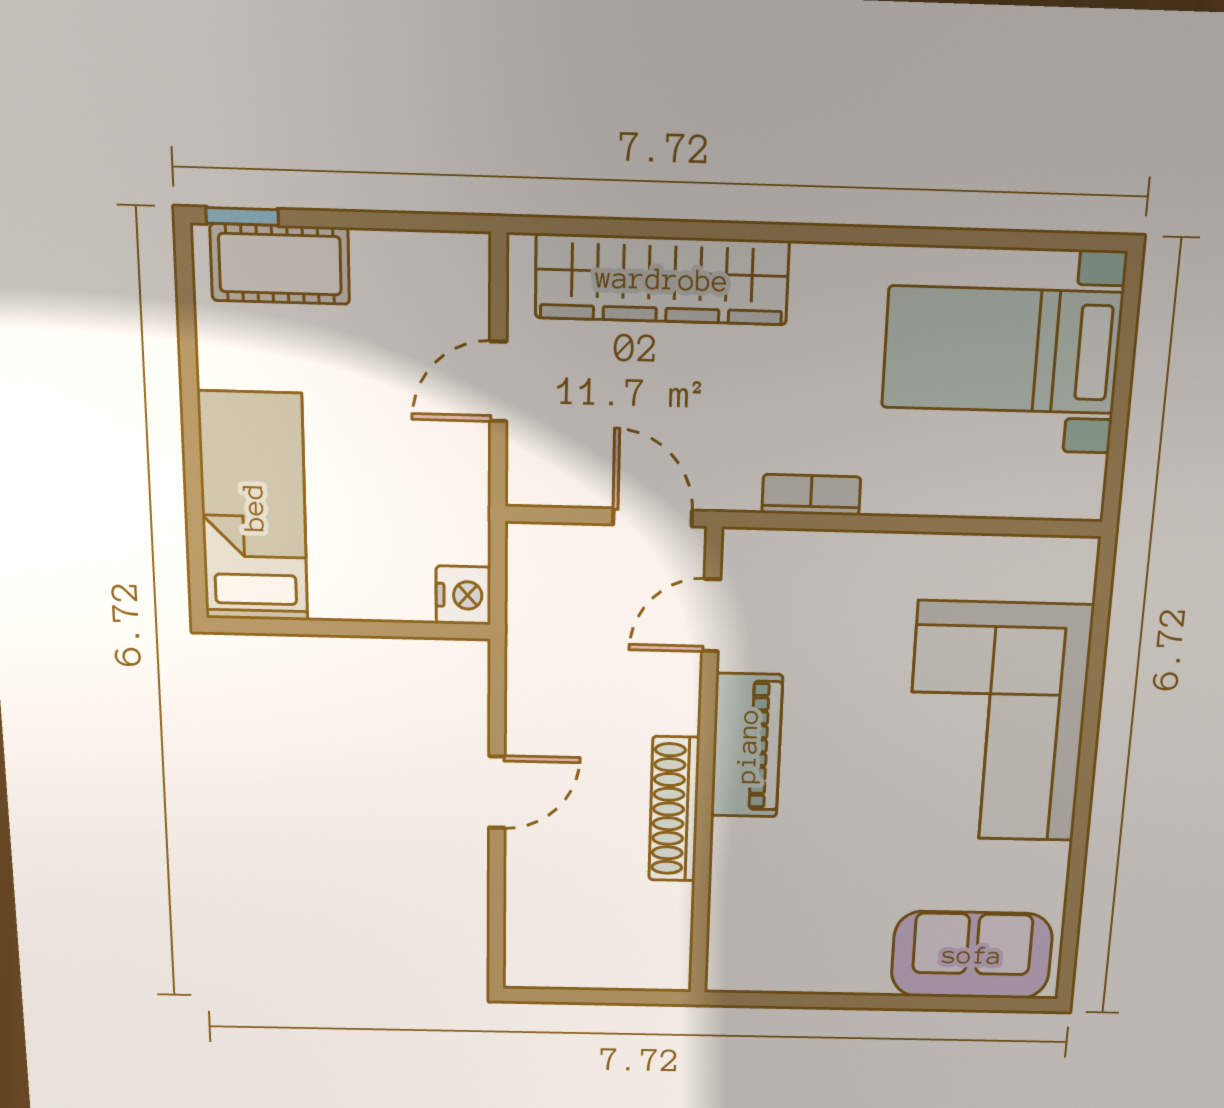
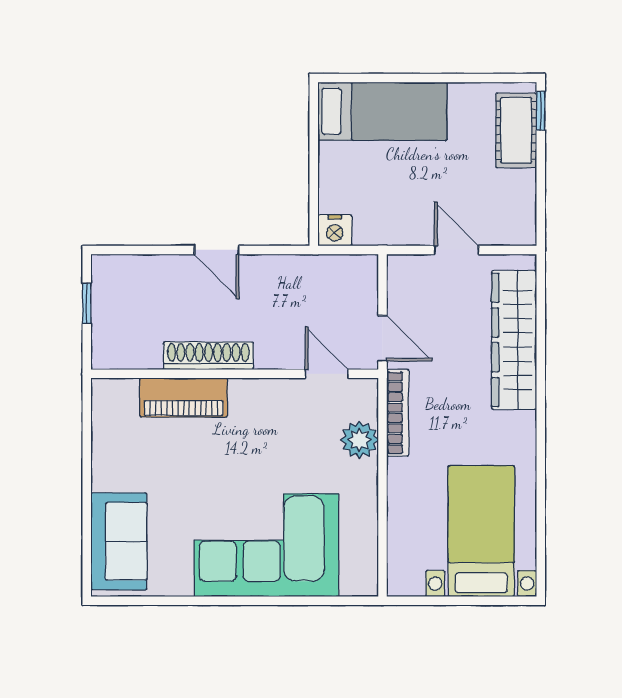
bookcase: (811, 495) -> (398, 413), width x1.56
door: (653, 517) -> (382, 338), hinge flipped
plant: (827, 562) -> (359, 440), added
piano: (747, 746) -> (184, 398), moved
window: (583, 996) -> (87, 303), added

